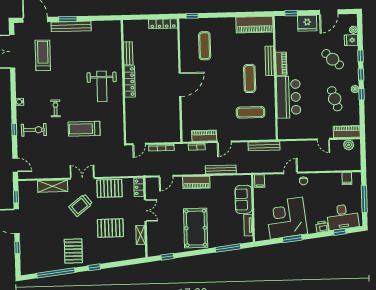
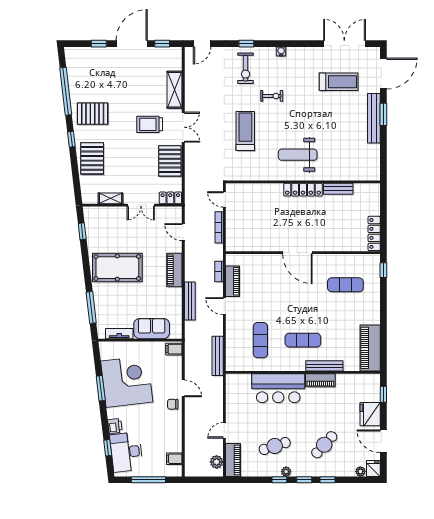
fridge: (351, 40) -> (373, 468), moved
trolley: (81, 205) -> (150, 124), turned -52
pallet: (110, 228) -> (92, 158), moved

